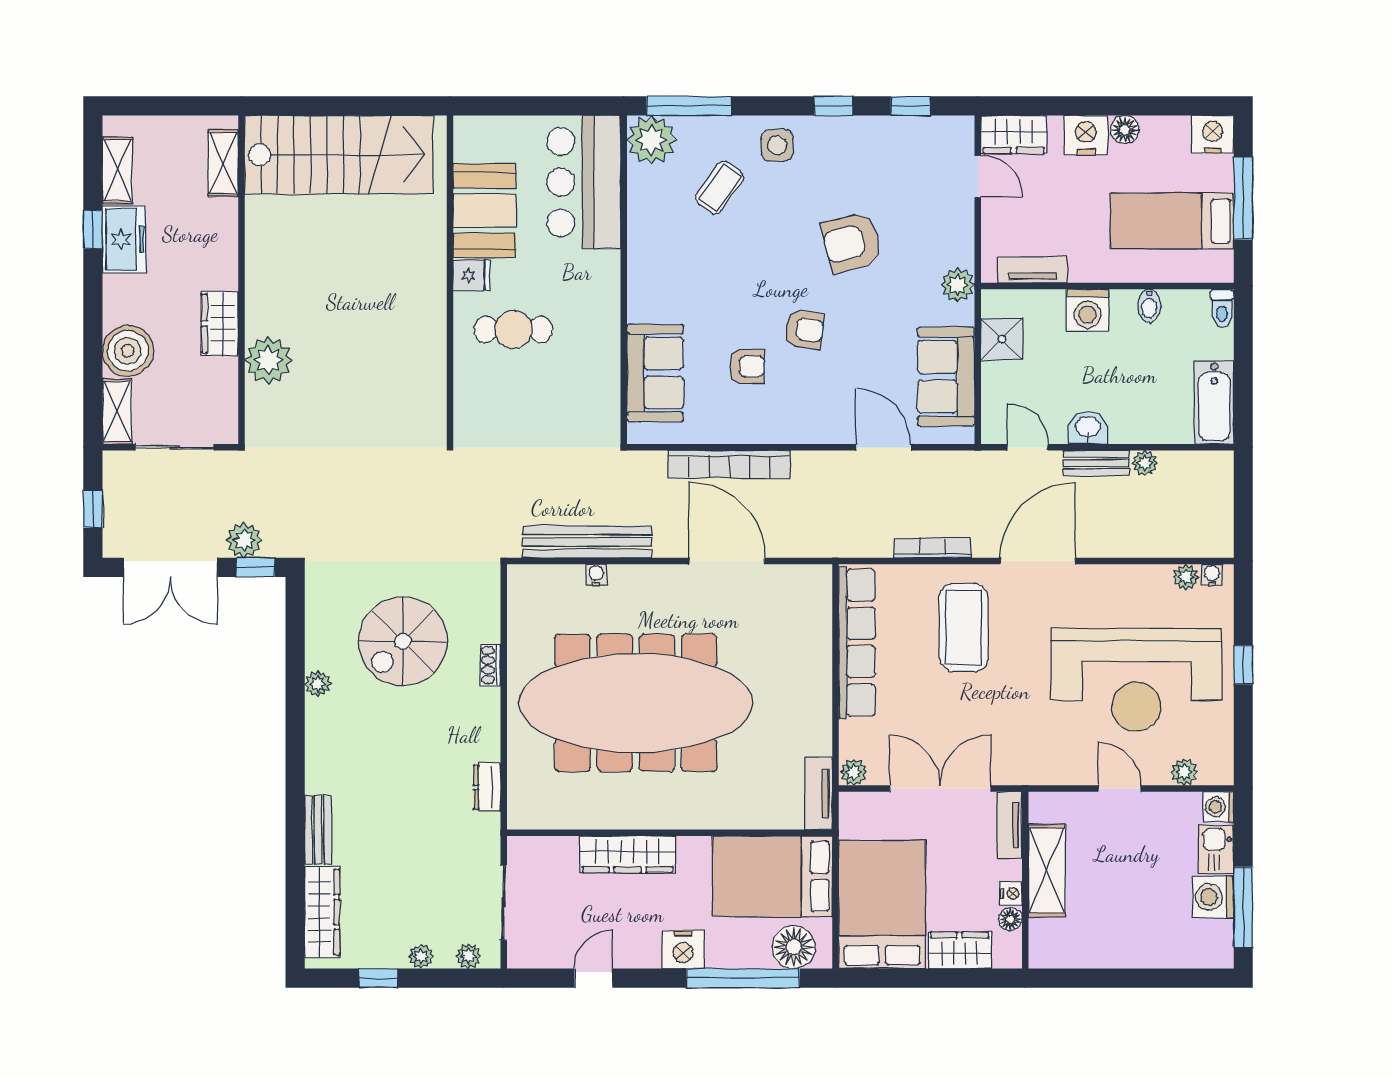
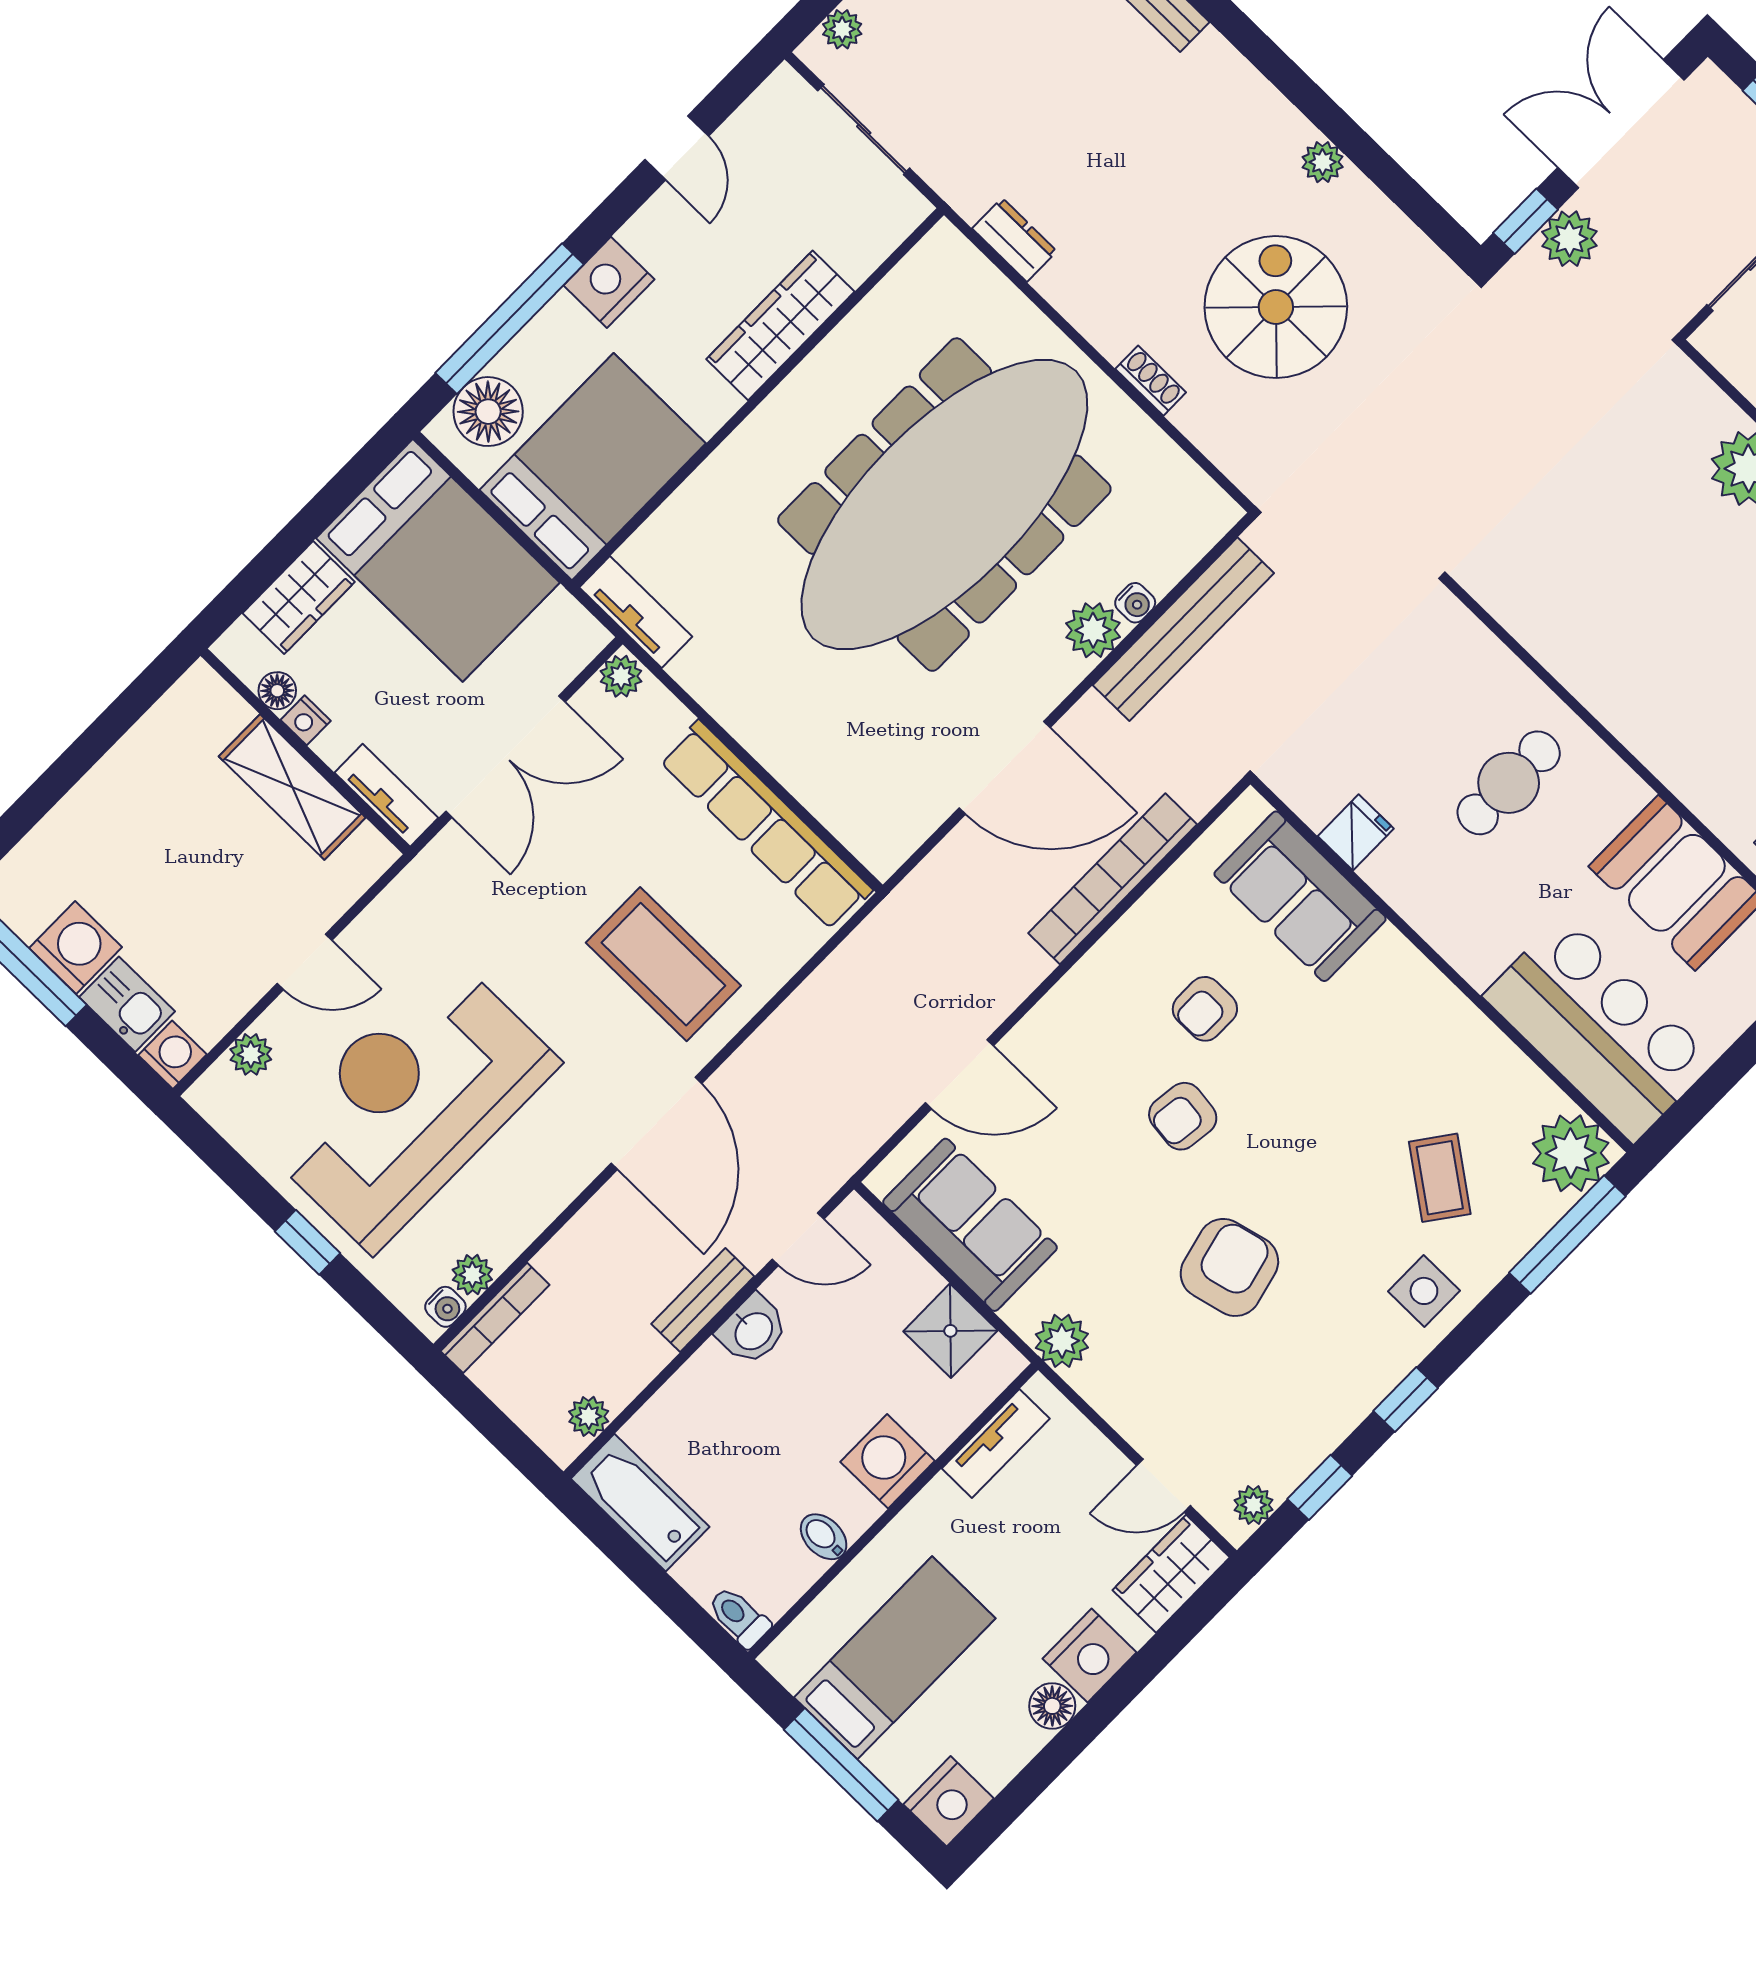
plant: (947, 128) -> (1254, 1505), added
fridge: (472, 275) -> (1356, 832), moved, turned 180
plant: (1145, 463) -> (589, 1416), moved
bookcase: (932, 548) -> (495, 1318), moved
plant: (627, 582) -> (1093, 630), added

